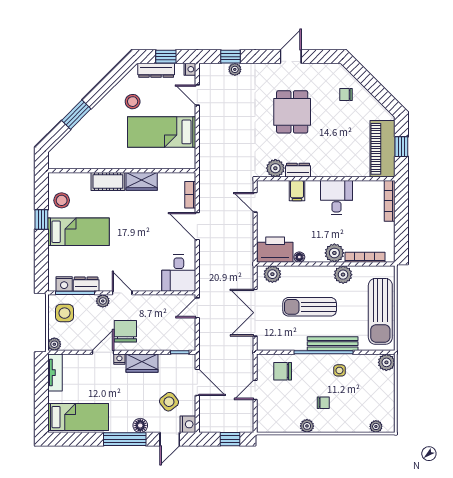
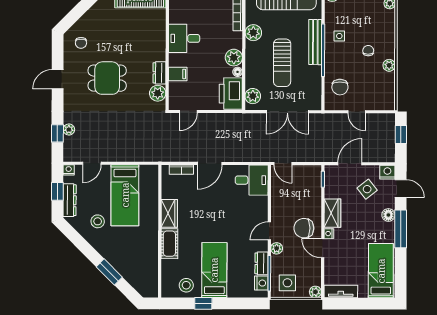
door: (291, 57) -> (58, 79), hinge flipped
chair: (346, 95) -> (81, 43), moved
plant: (334, 253) -> (234, 58), moved

